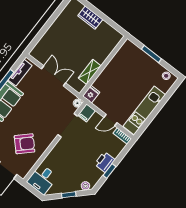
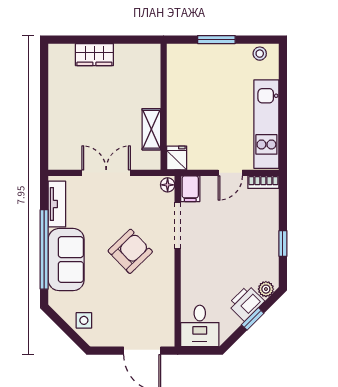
armchair: (25, 144) -> (130, 251), moved
printer: (105, 162) -> (246, 303), moved, turned 45

